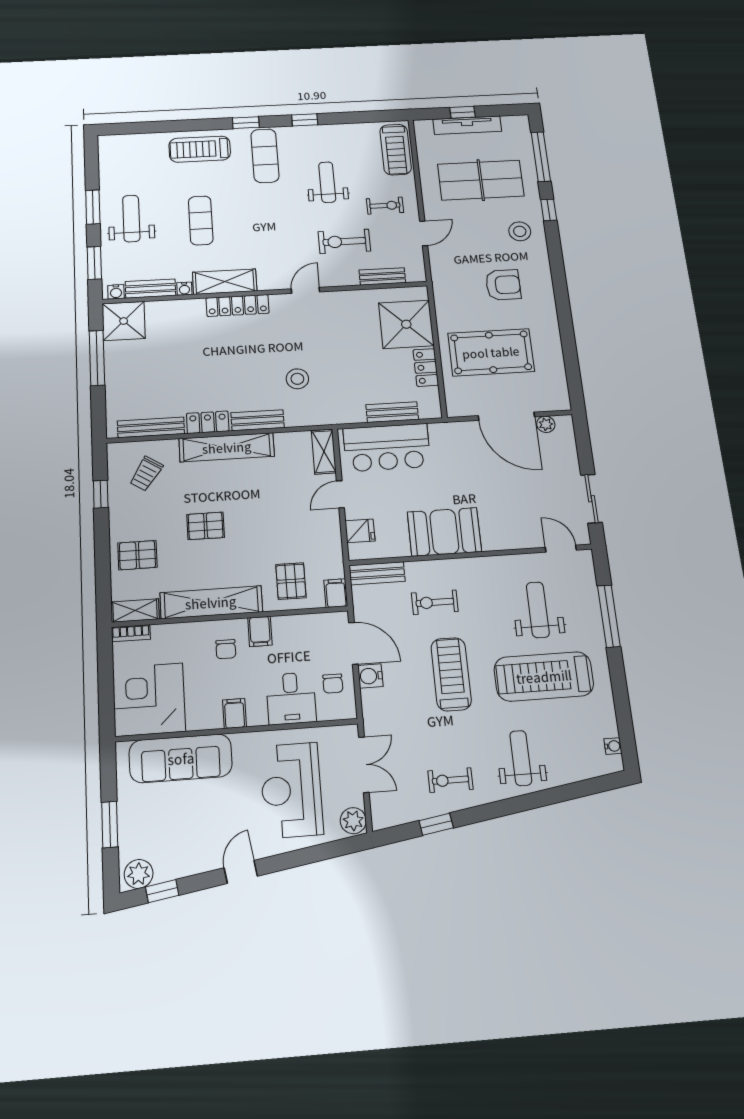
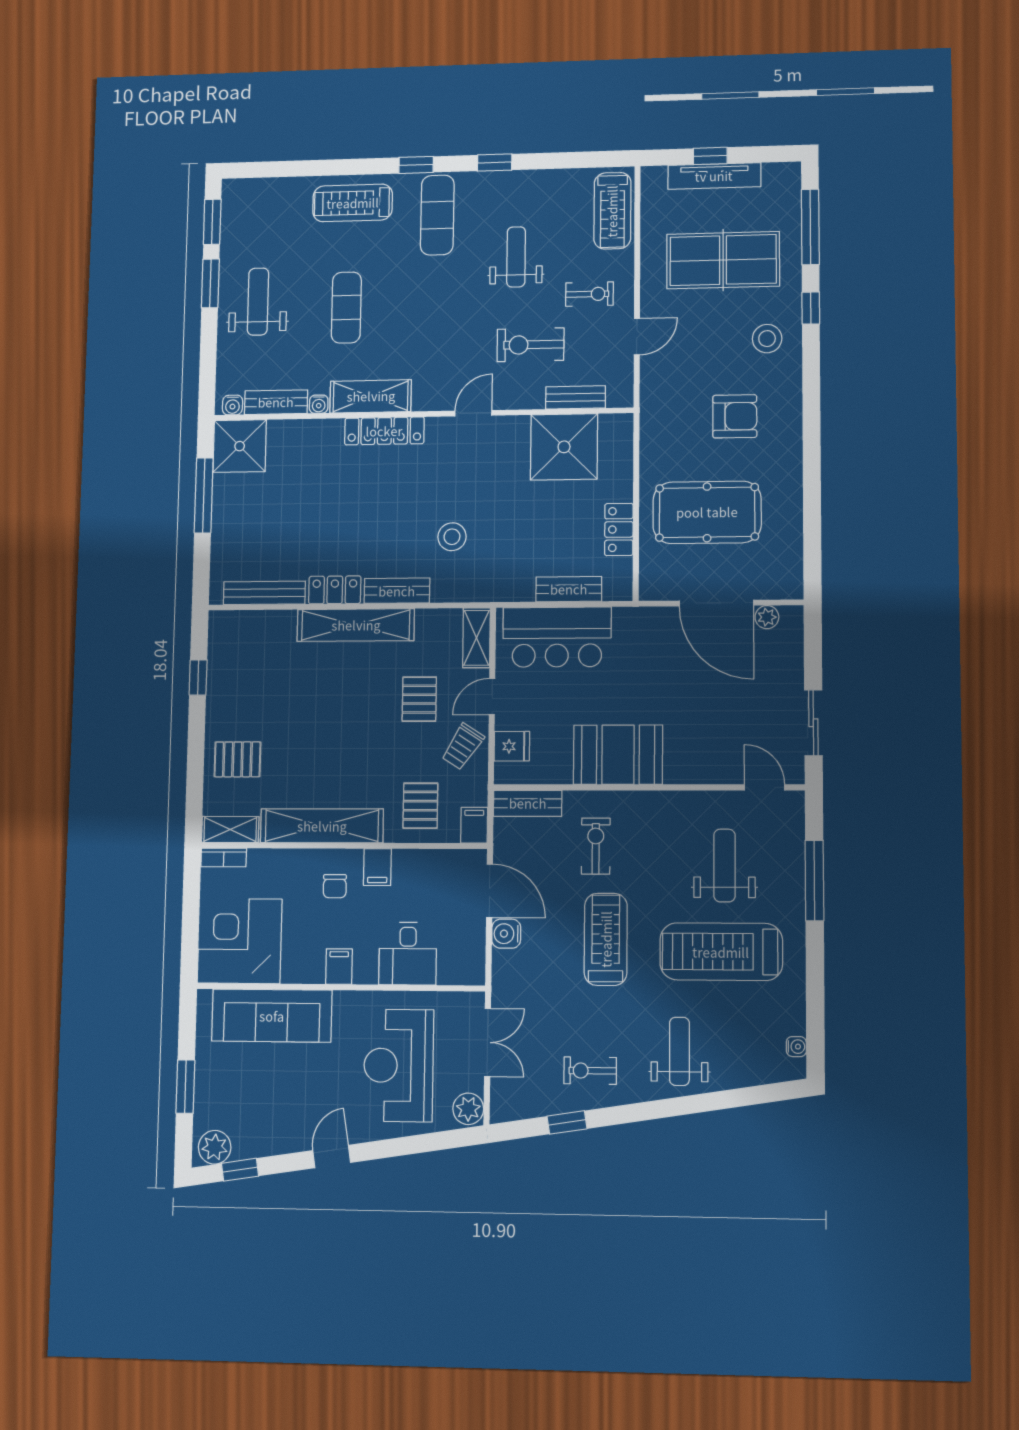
window: (94, 263) -> (212, 222), moved
shower: (406, 324) -> (564, 447), moved
trolley: (146, 474) -> (463, 747), moved
pallet: (206, 526) -> (419, 699), moved, turned 90
exercise bike: (435, 602) -> (596, 846), turned 90
chair: (333, 683) -> (460, 939), removed

